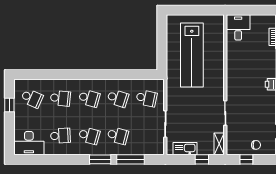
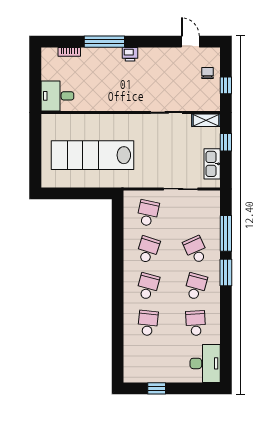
lab bench: (192, 55) -> (93, 155), turned 180
school desk: (32, 98) -> (148, 360), removed
school desk: (118, 136) -> (196, 250), turned -39

